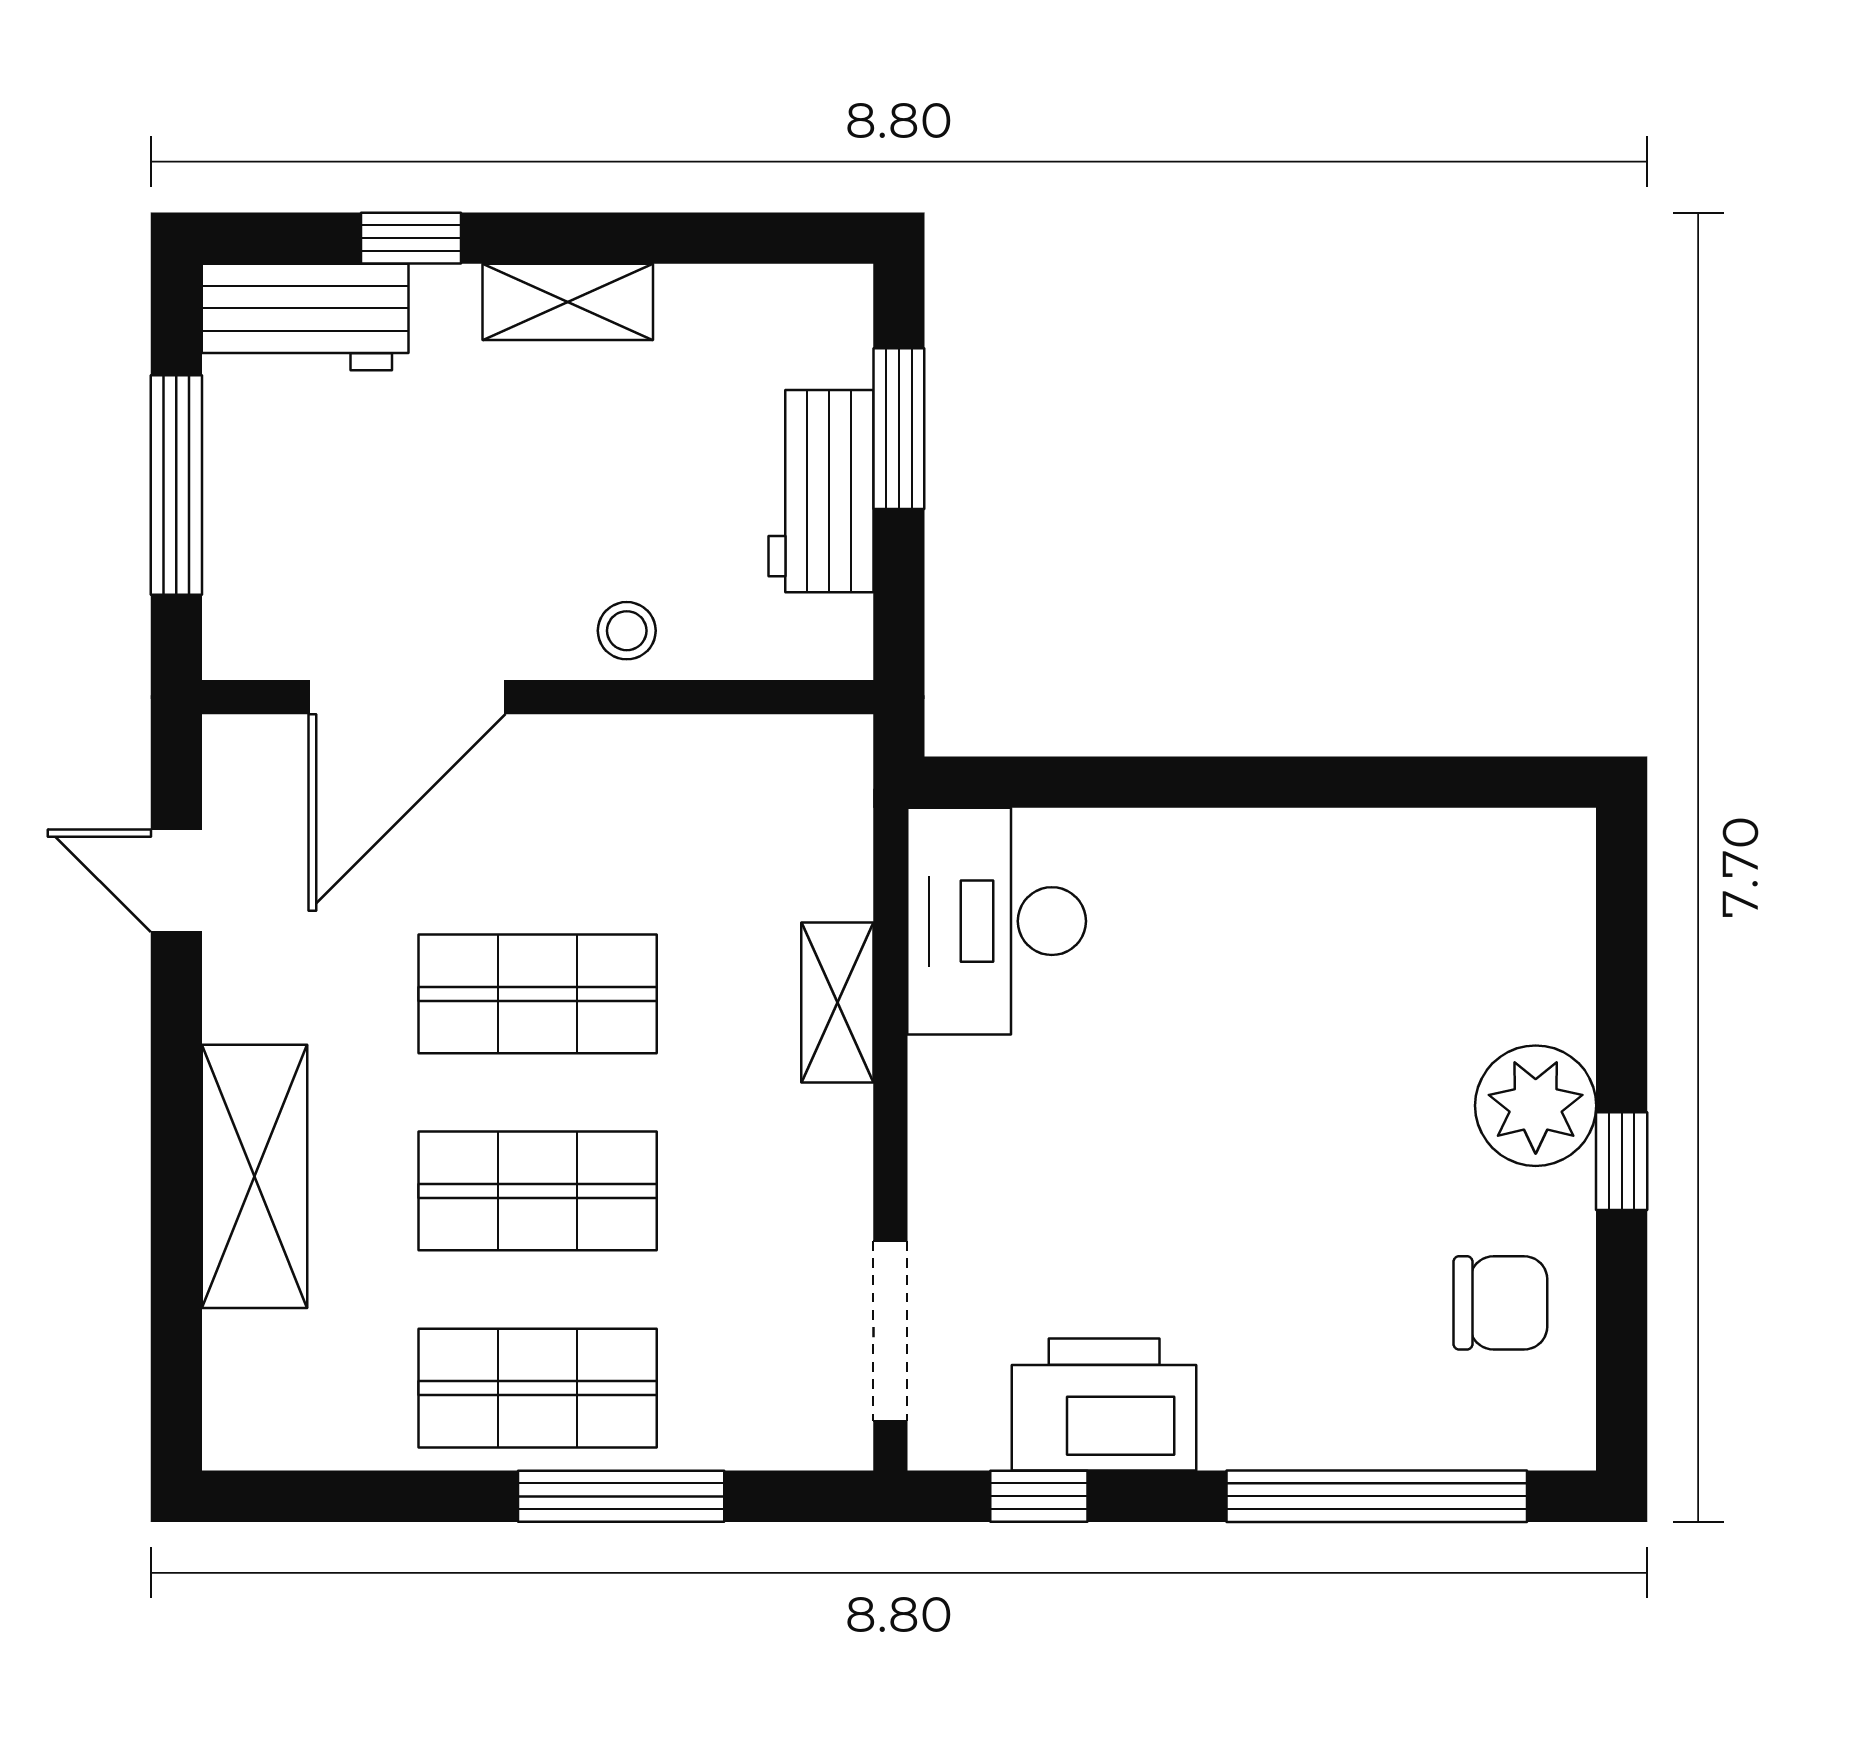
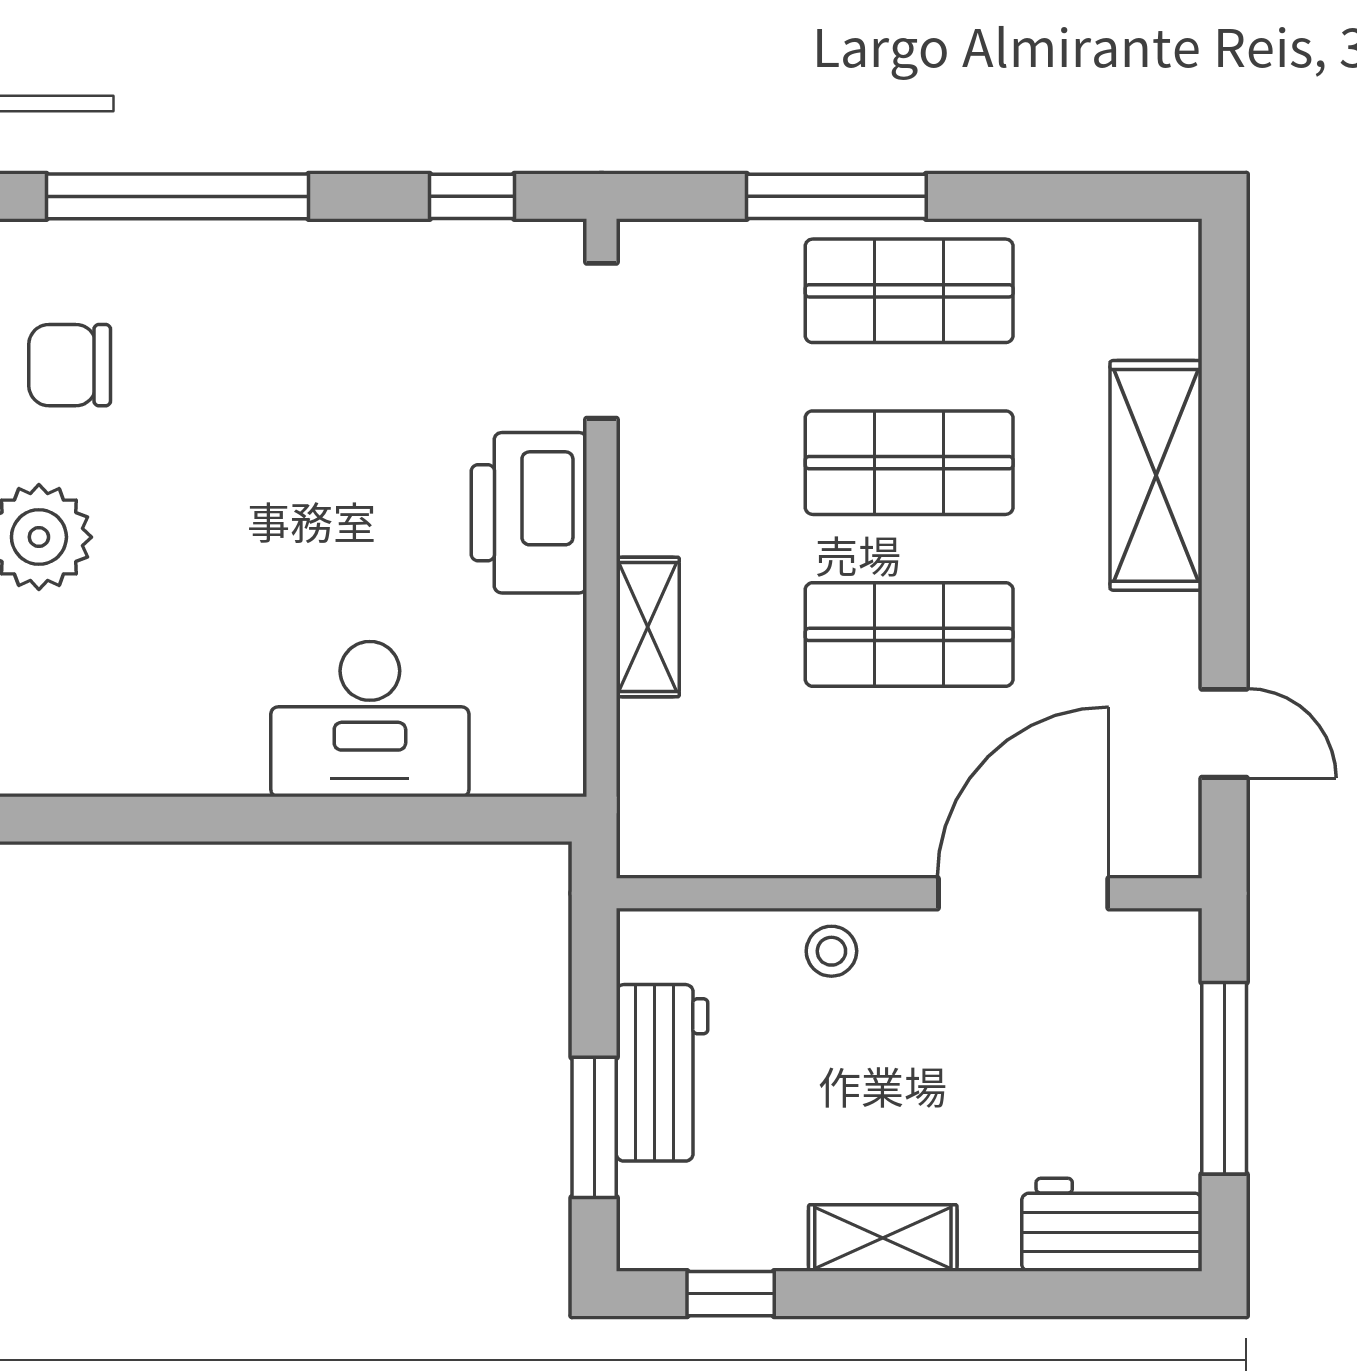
window: (411, 238) -> (731, 1294), moved
desk: (997, 921) -> (370, 719), moved, turned 90
printer: (1104, 1405) -> (529, 513), moved, turned 90

